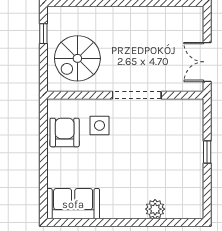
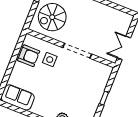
armchair: (65, 132) -> (29, 56), turned 90

